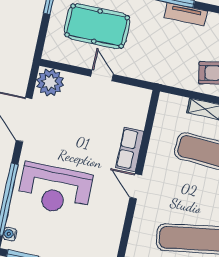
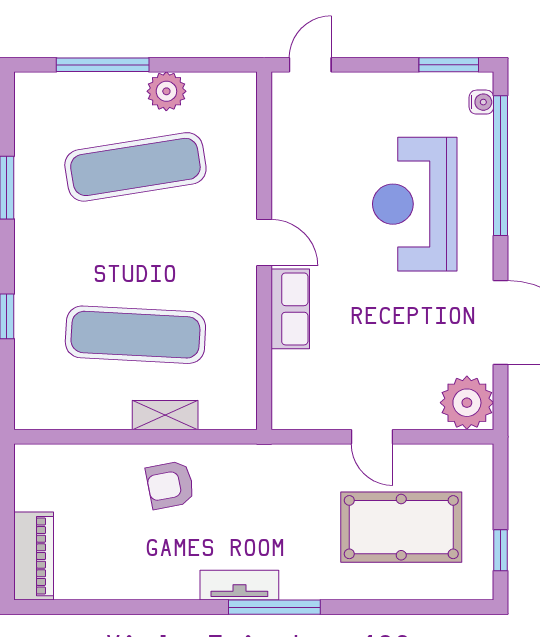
reception desk: (55, 189) -> (415, 204), turned -90

